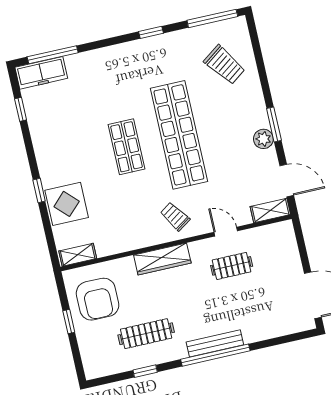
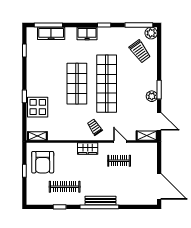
plant: (237, 28) -> (151, 33), added
freezer: (124, 54) -> (87, 33), added
freezer: (41, 73) -> (51, 33), moved
shop shelf: (127, 147) -> (77, 84), width x1.43, depth x1.36
wardrobe: (162, 259) -> (88, 149), width x0.67

